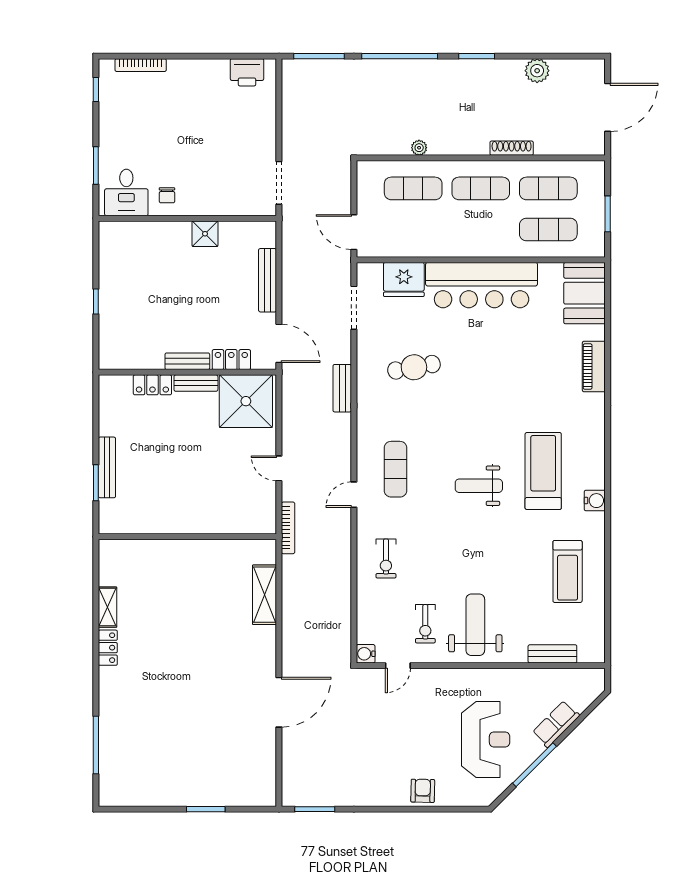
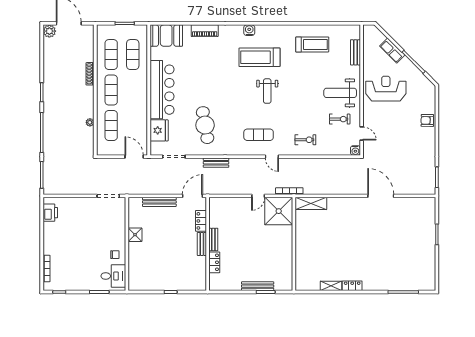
plant: (537, 71) -> (49, 31), moved
door: (354, 232) -> (134, 157), swing flipped
cafe table: (414, 367) -> (205, 125), width x1.37, depth x1.35
shower: (246, 401) -> (279, 211), moved
water cooler: (595, 501) -> (249, 30), moved
shelving: (265, 595) -> (311, 203), moved
reception desk: (486, 739) -> (386, 89), moved

